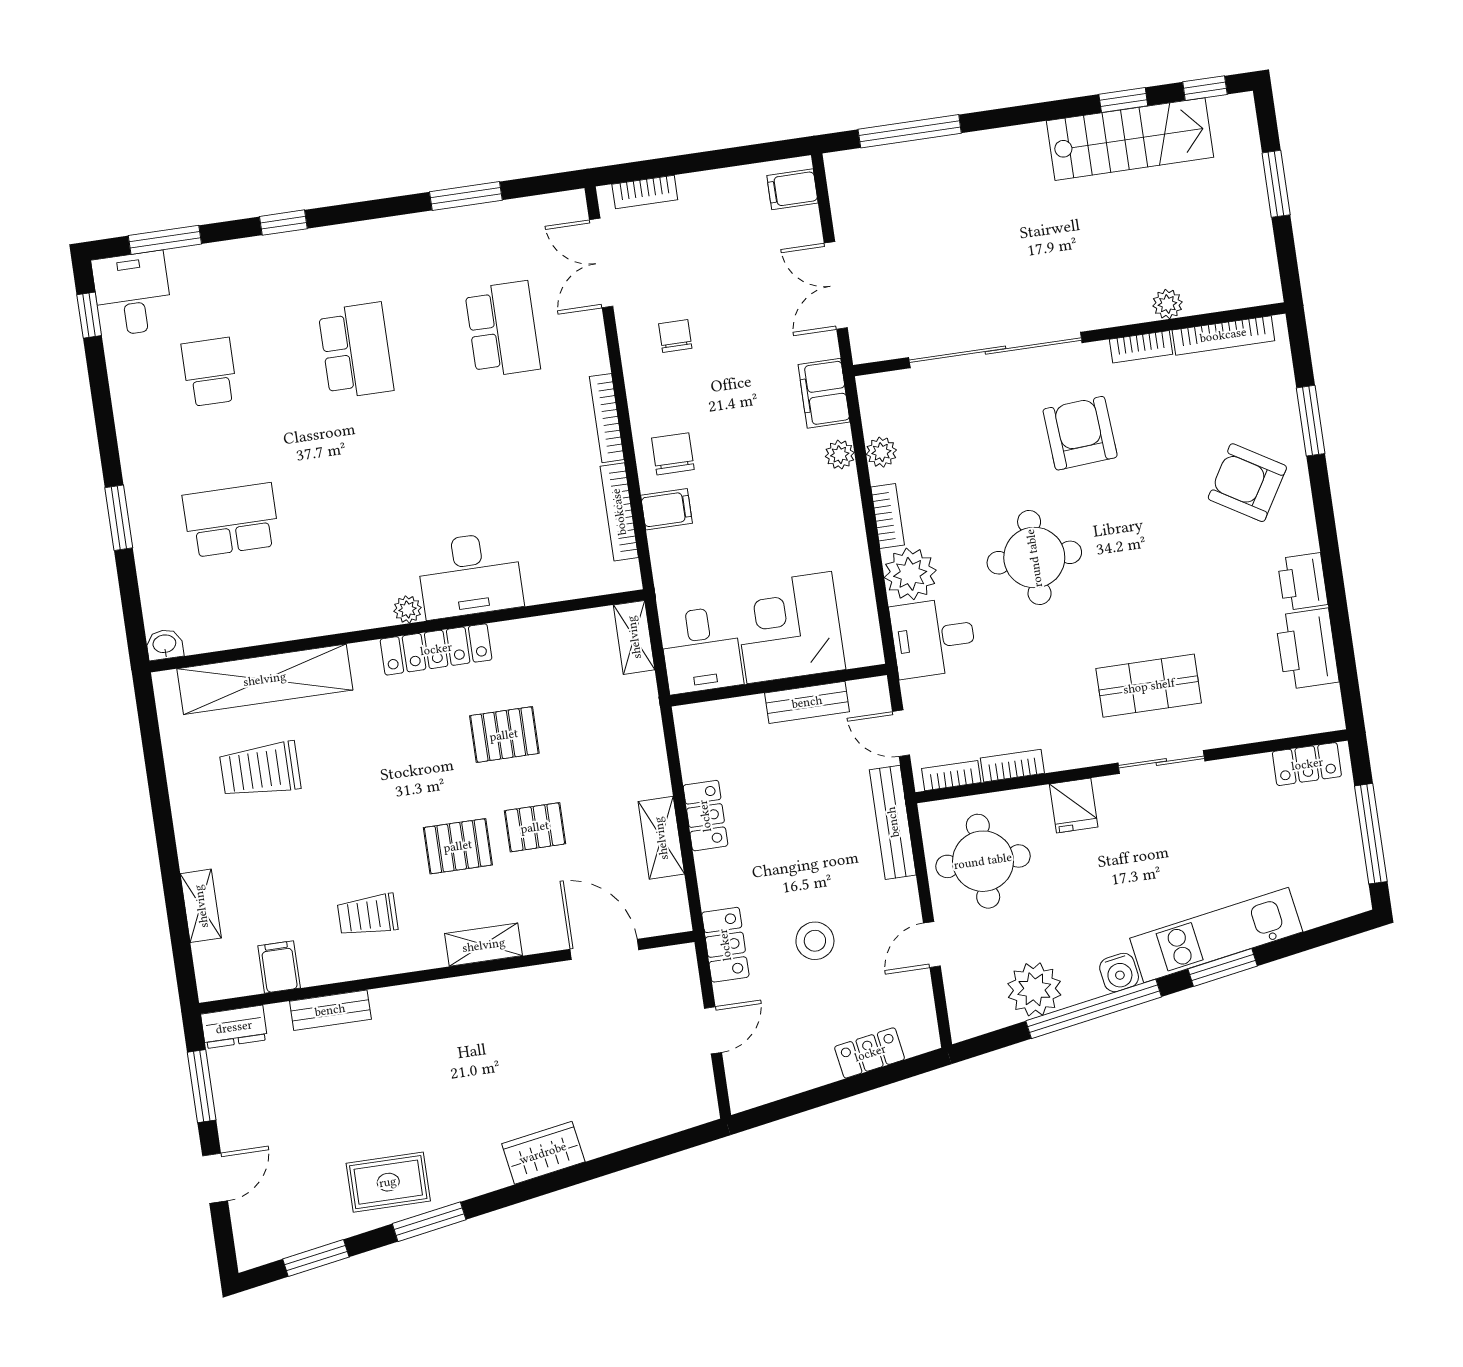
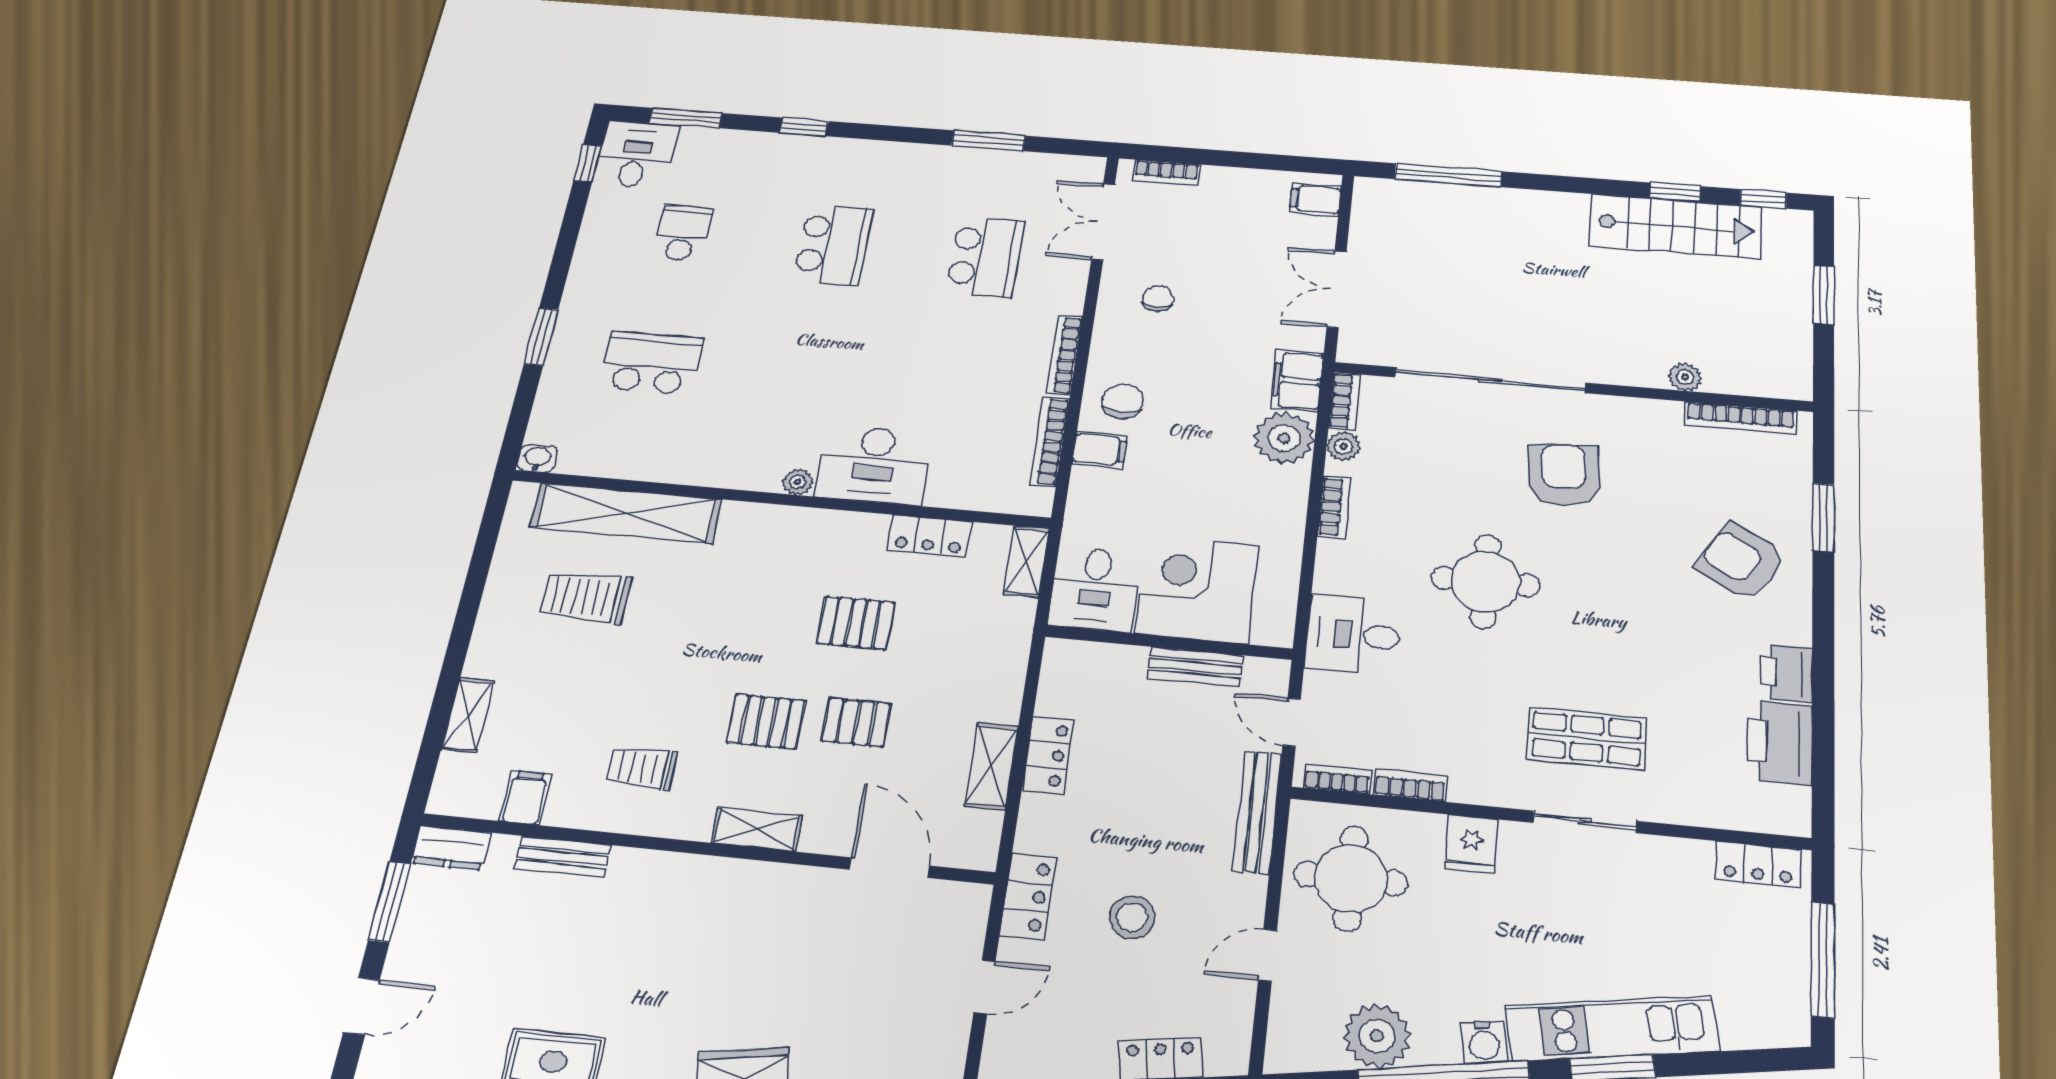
bookcase: (1141, 347) -> (1344, 401), moved, turned -90
plant: (840, 455) -> (1284, 438), width x1.87, depth x1.87
plant: (910, 574) -> (1344, 567), removed
locker: (436, 649) -> (929, 536), moved, width x0.66

